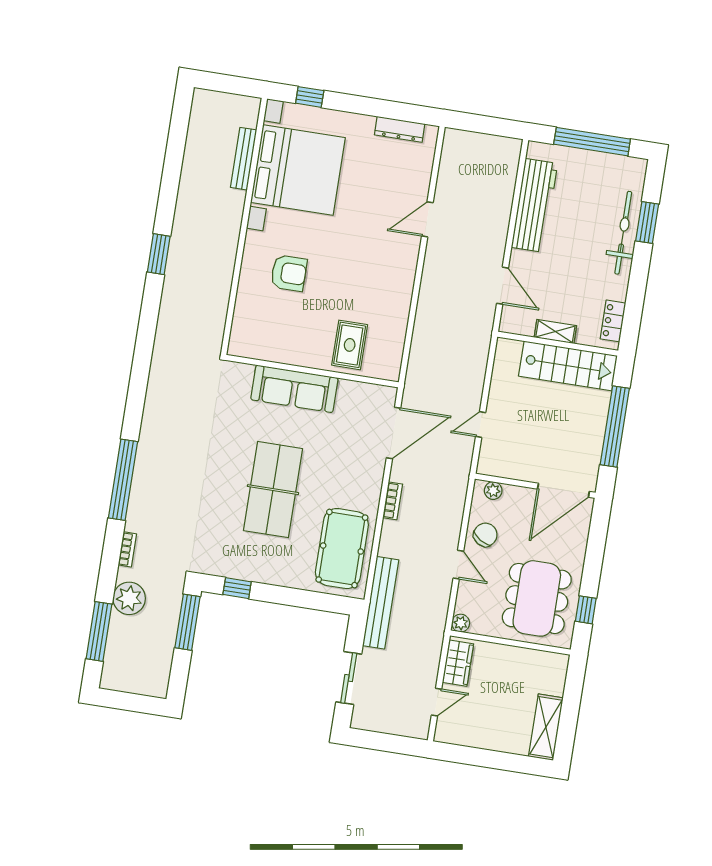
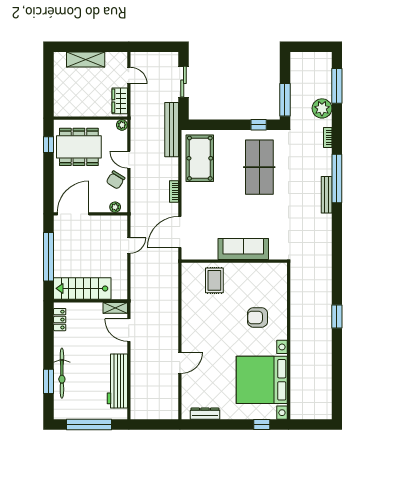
bench: (244, 159) -> (327, 195), moved
shelving: (555, 332) -> (115, 308), moved
table tennis table: (273, 490) -> (259, 167), moved
dining table: (537, 598) -> (79, 147), turned 90
door: (437, 702) -> (129, 76), swing flipped
shelving: (546, 727) -> (86, 60), moved, turned 90

